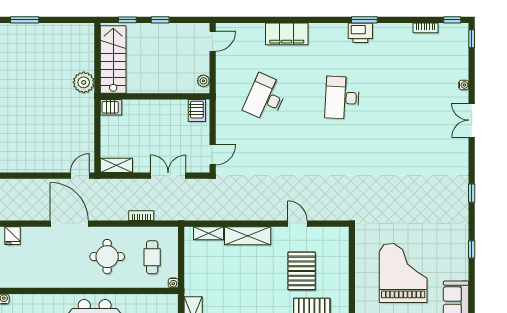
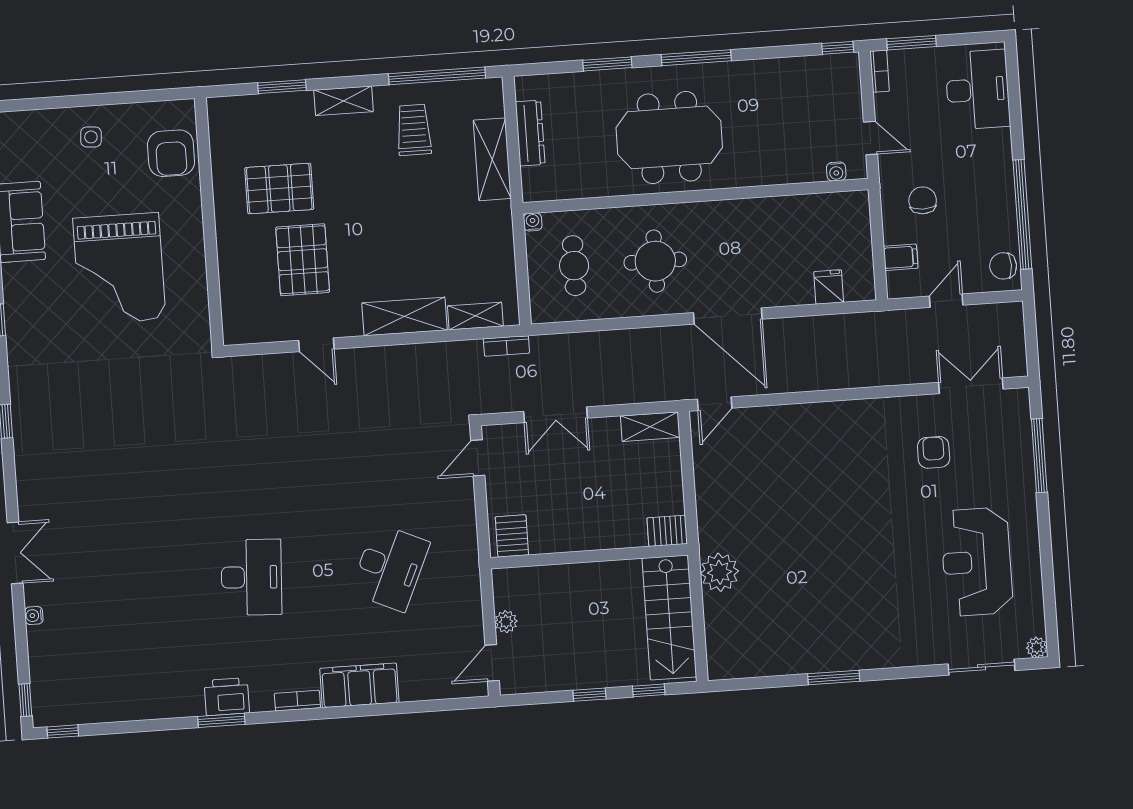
bookcase: (426, 28) -> (297, 701), moved
plant: (203, 81) -> (506, 622), moved
bookcase: (141, 216) -> (506, 346), moved

